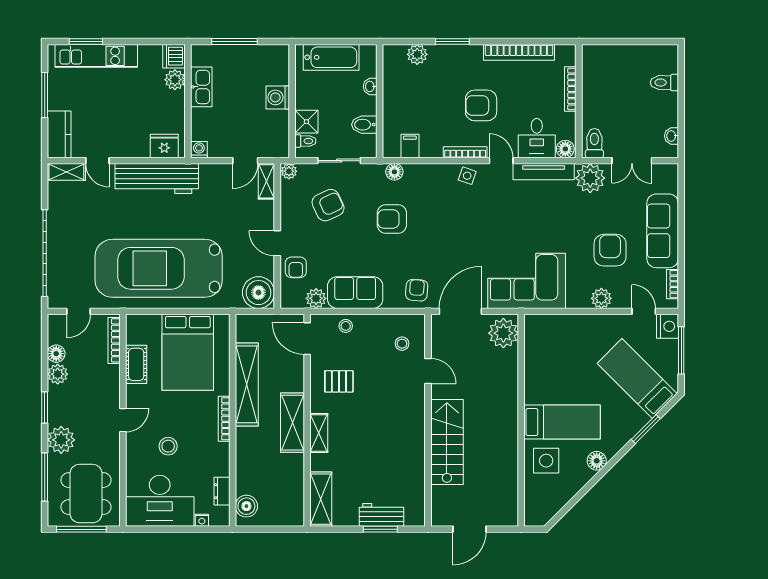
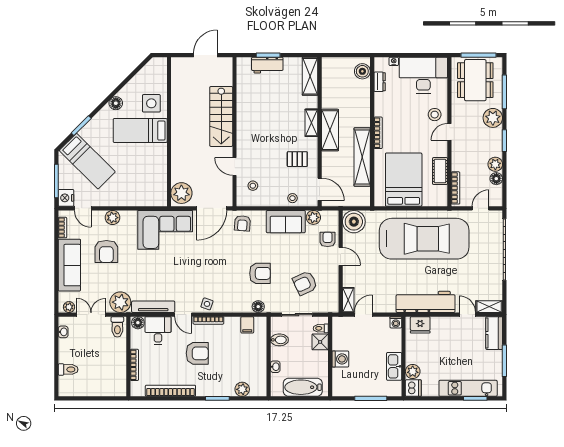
plant: (289, 171) -> (69, 307), moved
stool: (168, 446) -> (435, 115), moved

